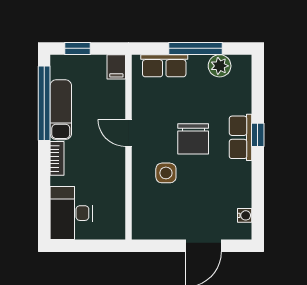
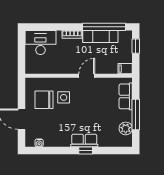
chair: (193, 139) -> (44, 100), moved

